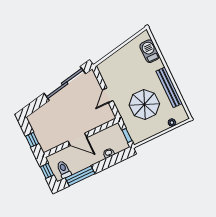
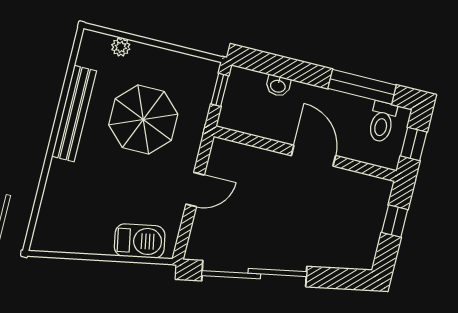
barbecue: (150, 51) -> (140, 241), moved, turned -101

